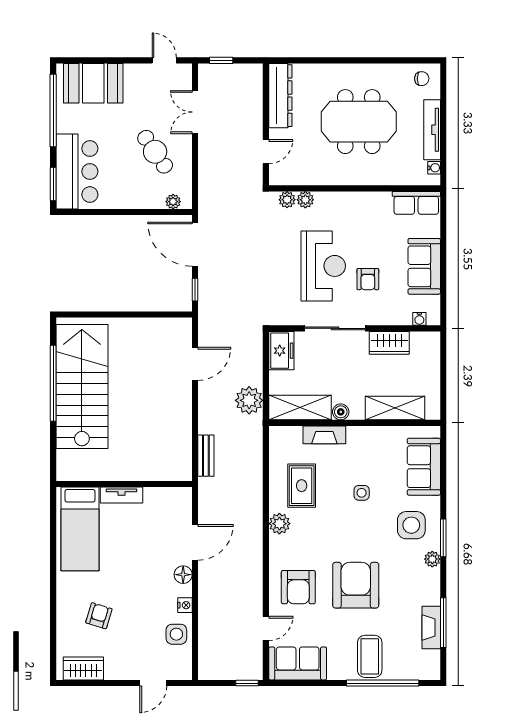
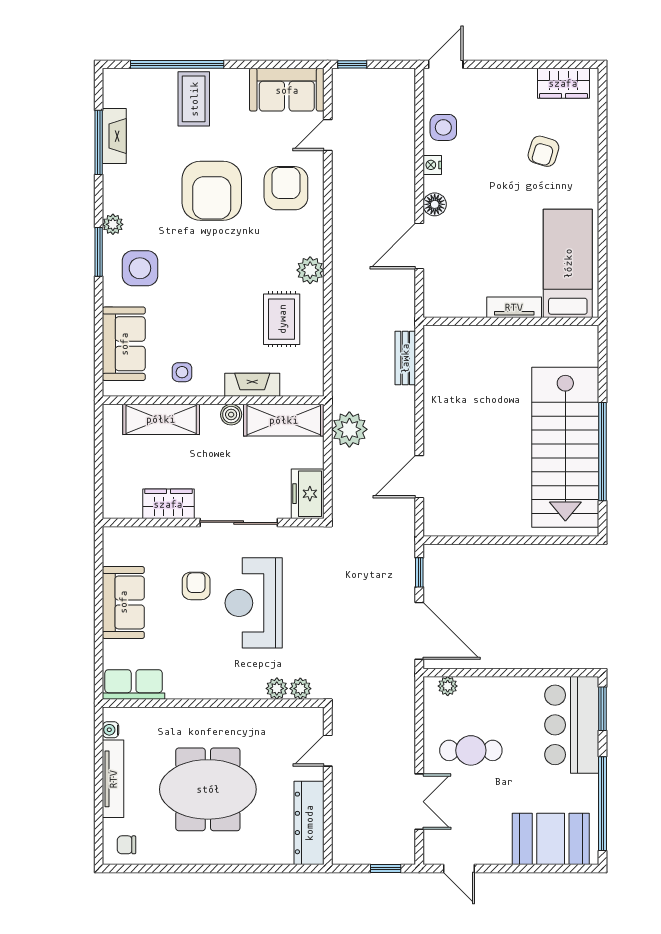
cafe table: (155, 152) -> (471, 750), turned -56
water cooler: (419, 319) -> (130, 535), removed
side table: (362, 493) -> (182, 372), moved
door: (153, 683) -> (446, 64), moved

